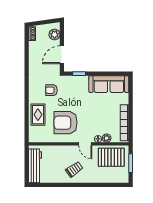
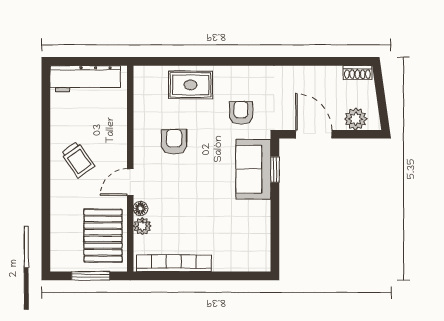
sofa: (109, 84) -> (253, 169), moved, width x0.73
armchair: (66, 123) -> (174, 142), width x0.53, depth x0.53

